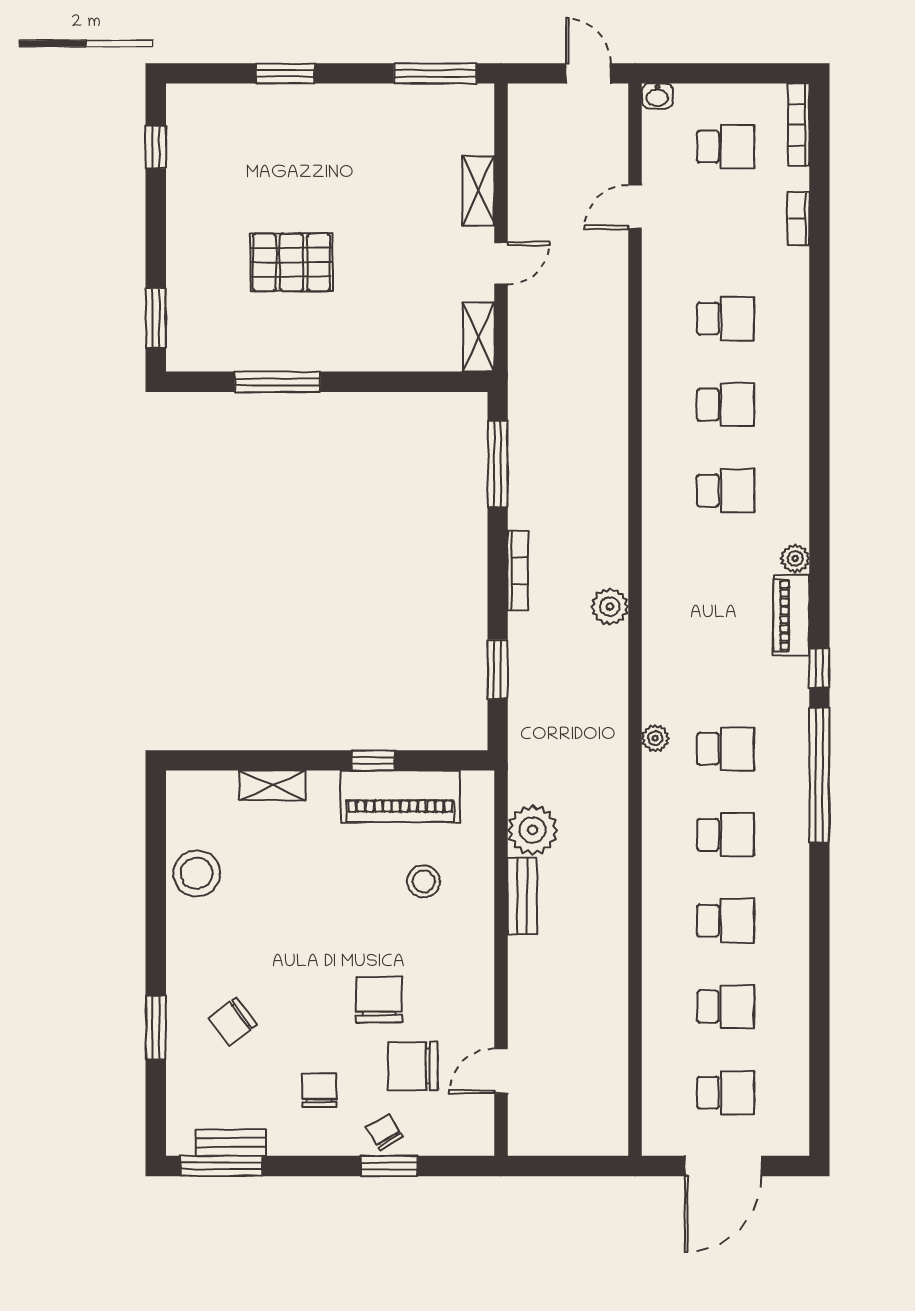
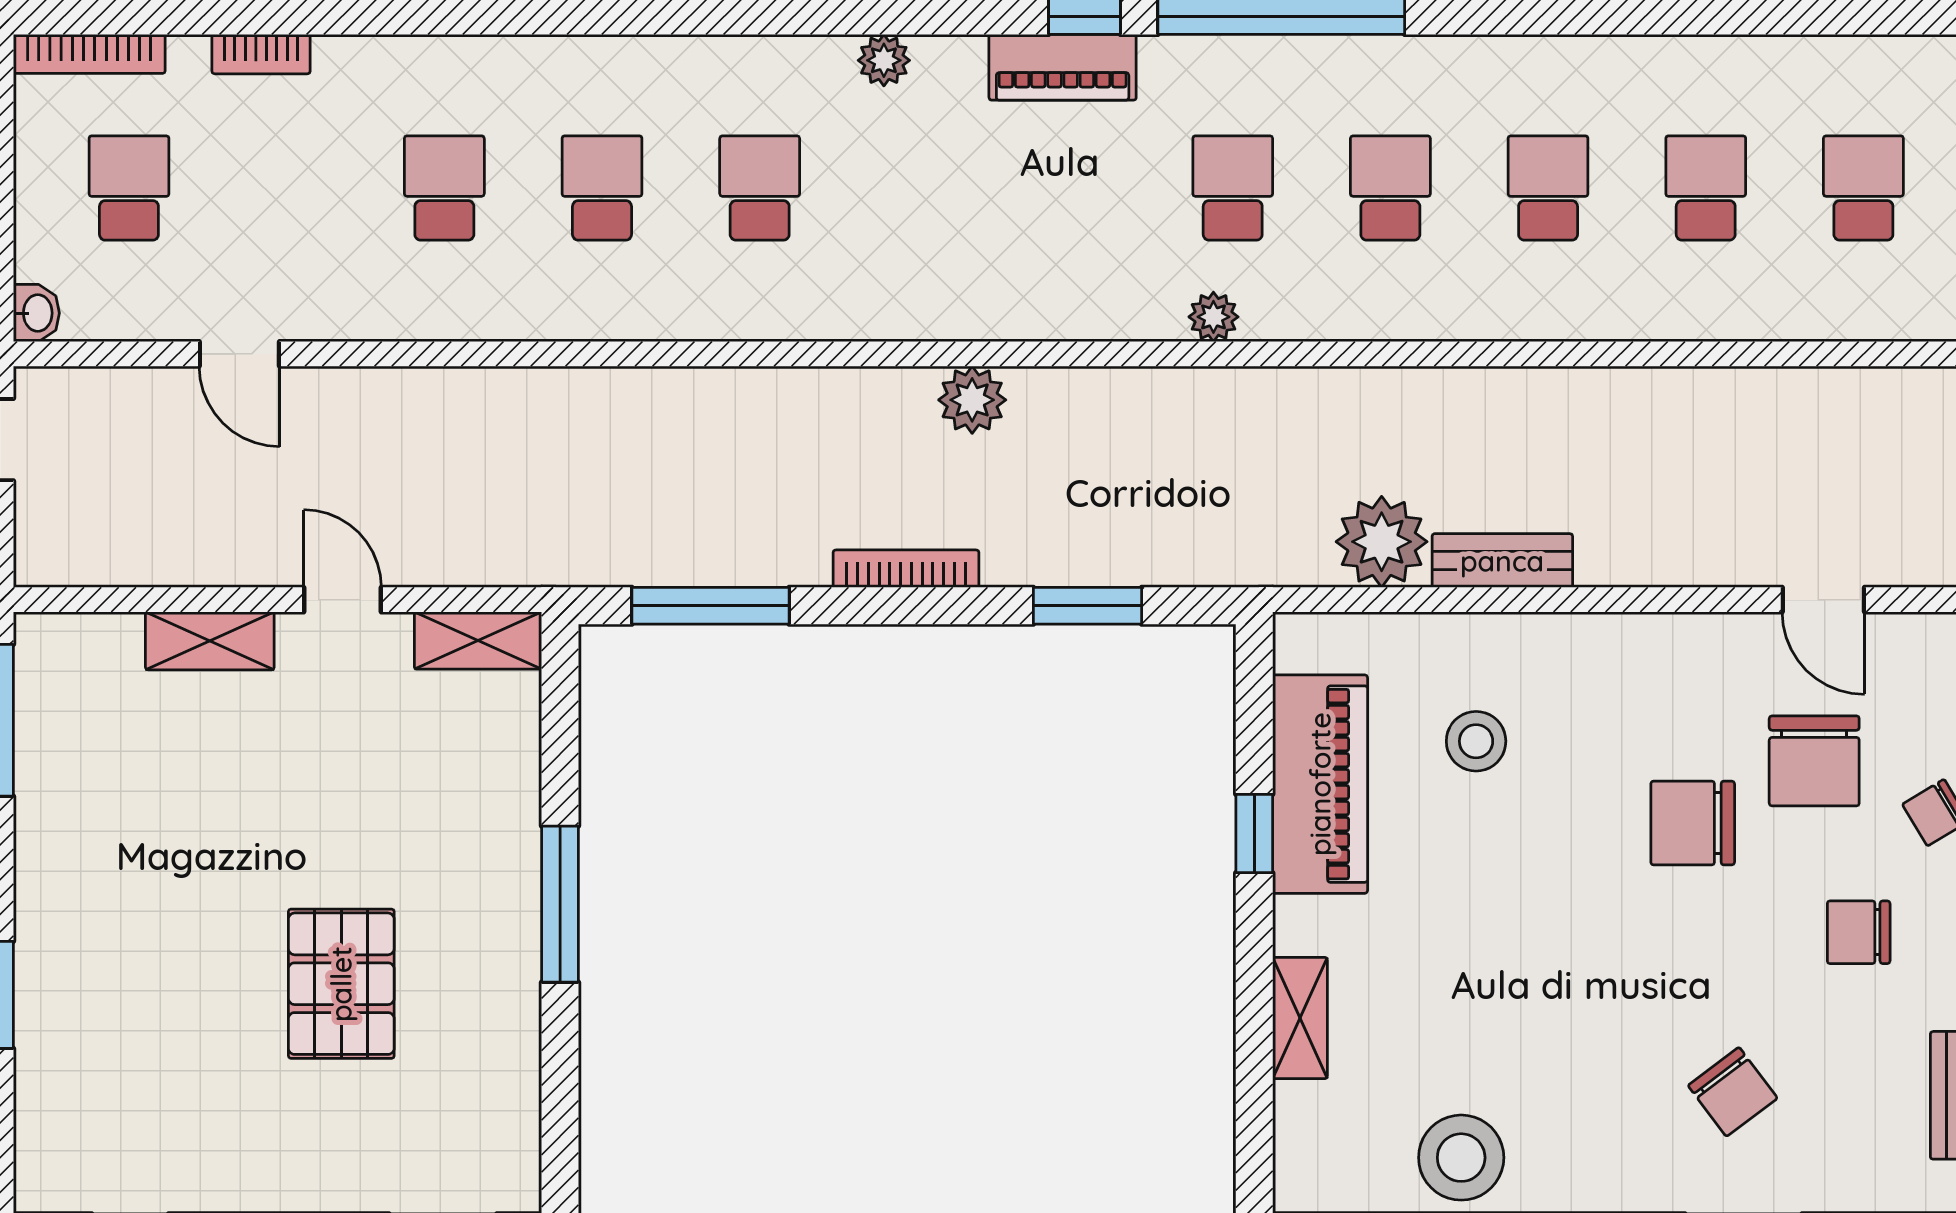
window: (278, 382) -> (560, 904), moved
piano: (791, 615) -> (1063, 67), moved

